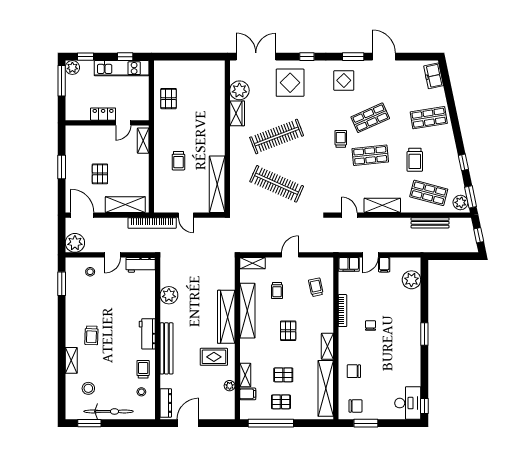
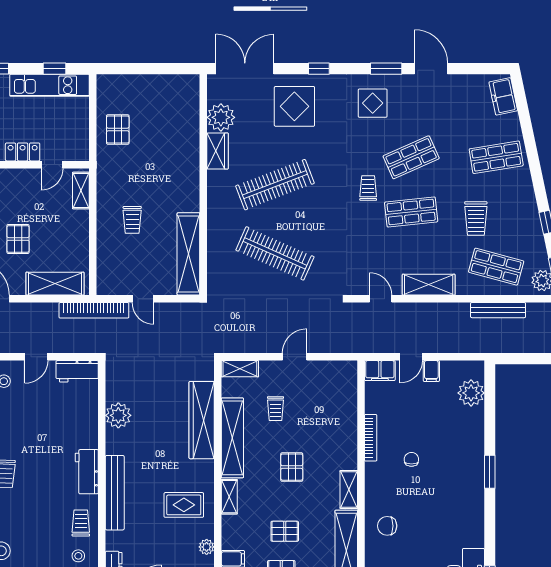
trolley: (316, 287) -> (332, 404), removed
wardrobe: (226, 317) -> (202, 420), moved
shelving: (245, 375) -> (229, 497), moved

